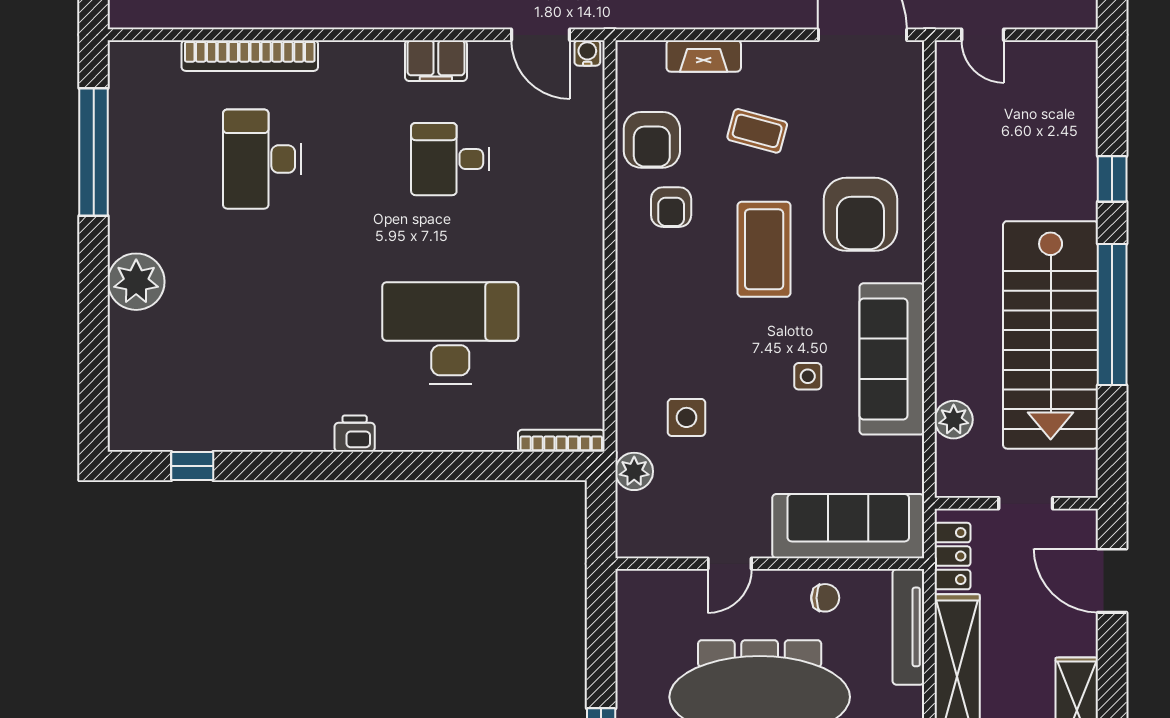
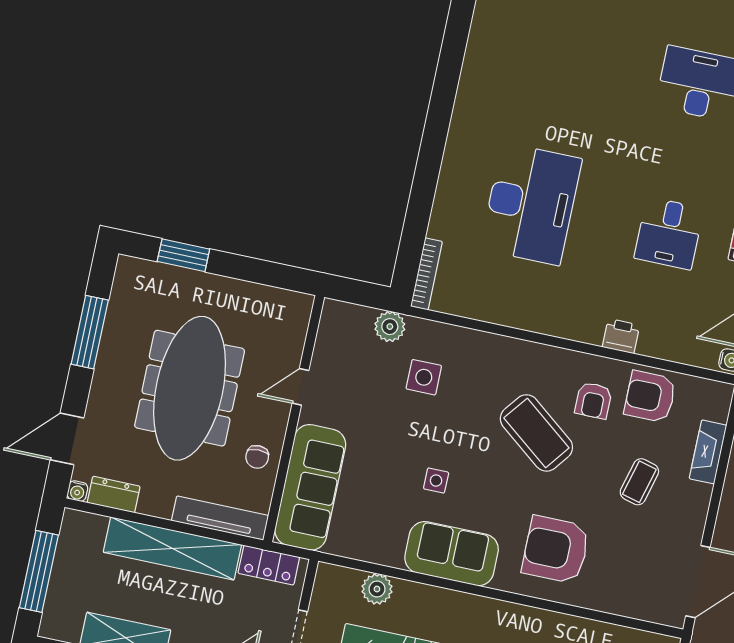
desk: (450, 159) -> (669, 233), turned 180
armchair: (671, 207) -> (593, 401), turned -90
coffee table: (764, 249) -> (536, 433), moved, turned 38
sofa: (892, 359) -> (452, 554), width x0.73
printer: (355, 434) -> (621, 336), moved, turned -90
door: (730, 564) -> (300, 387), hinge flipped

